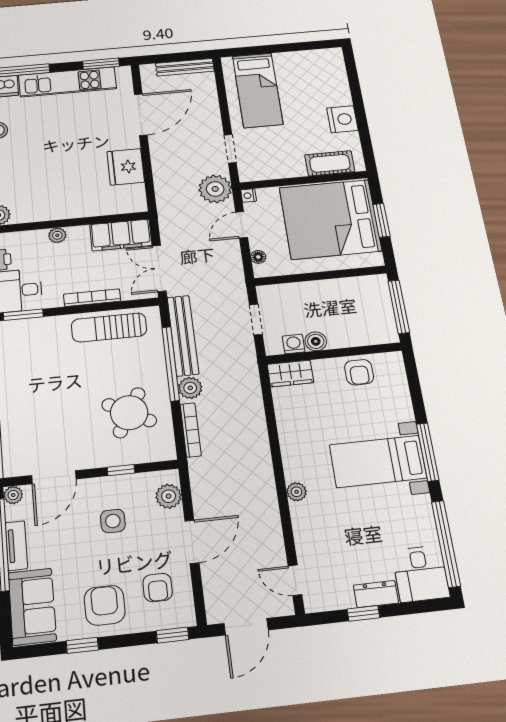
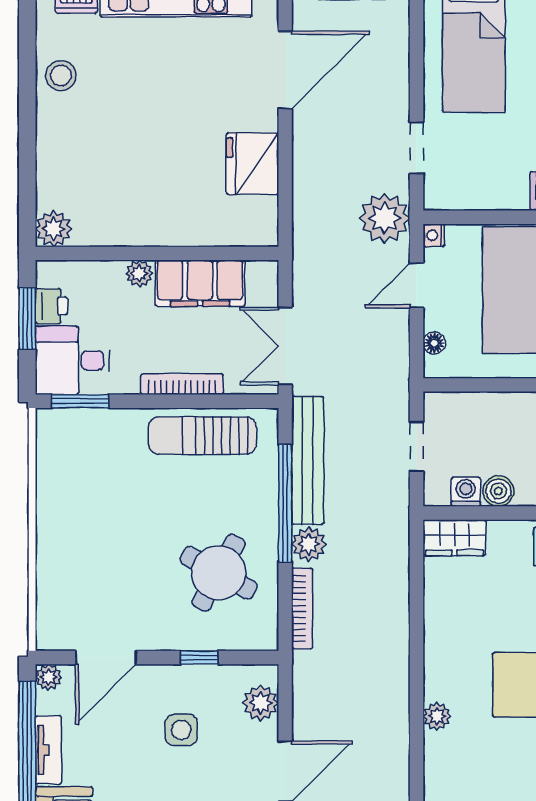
filing cabinet: (121, 235) -> (200, 283), moved

